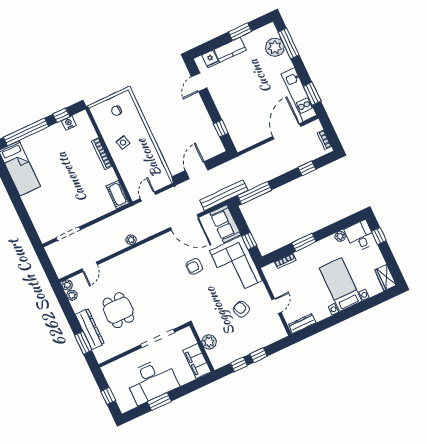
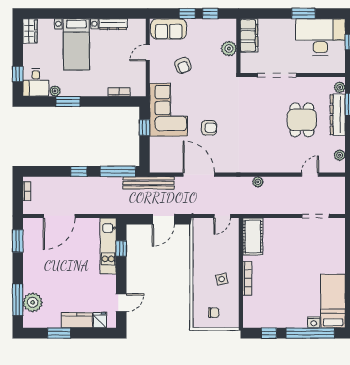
kitchen unit: (299, 95) -> (108, 246), moved, turned 180
nightstand: (69, 123) -> (314, 322), moved
window: (307, 168) -> (79, 171), moved
cot: (118, 194) -> (253, 237), width x1.37, depth x1.34
sofa: (225, 224) -> (169, 29), moved, turned 90
window: (304, 242) -> (68, 101), moved
plant: (67, 285) -> (340, 87), moved
dresser: (302, 324) -> (113, 24), moved
desk: (152, 381) -> (320, 37), moved

